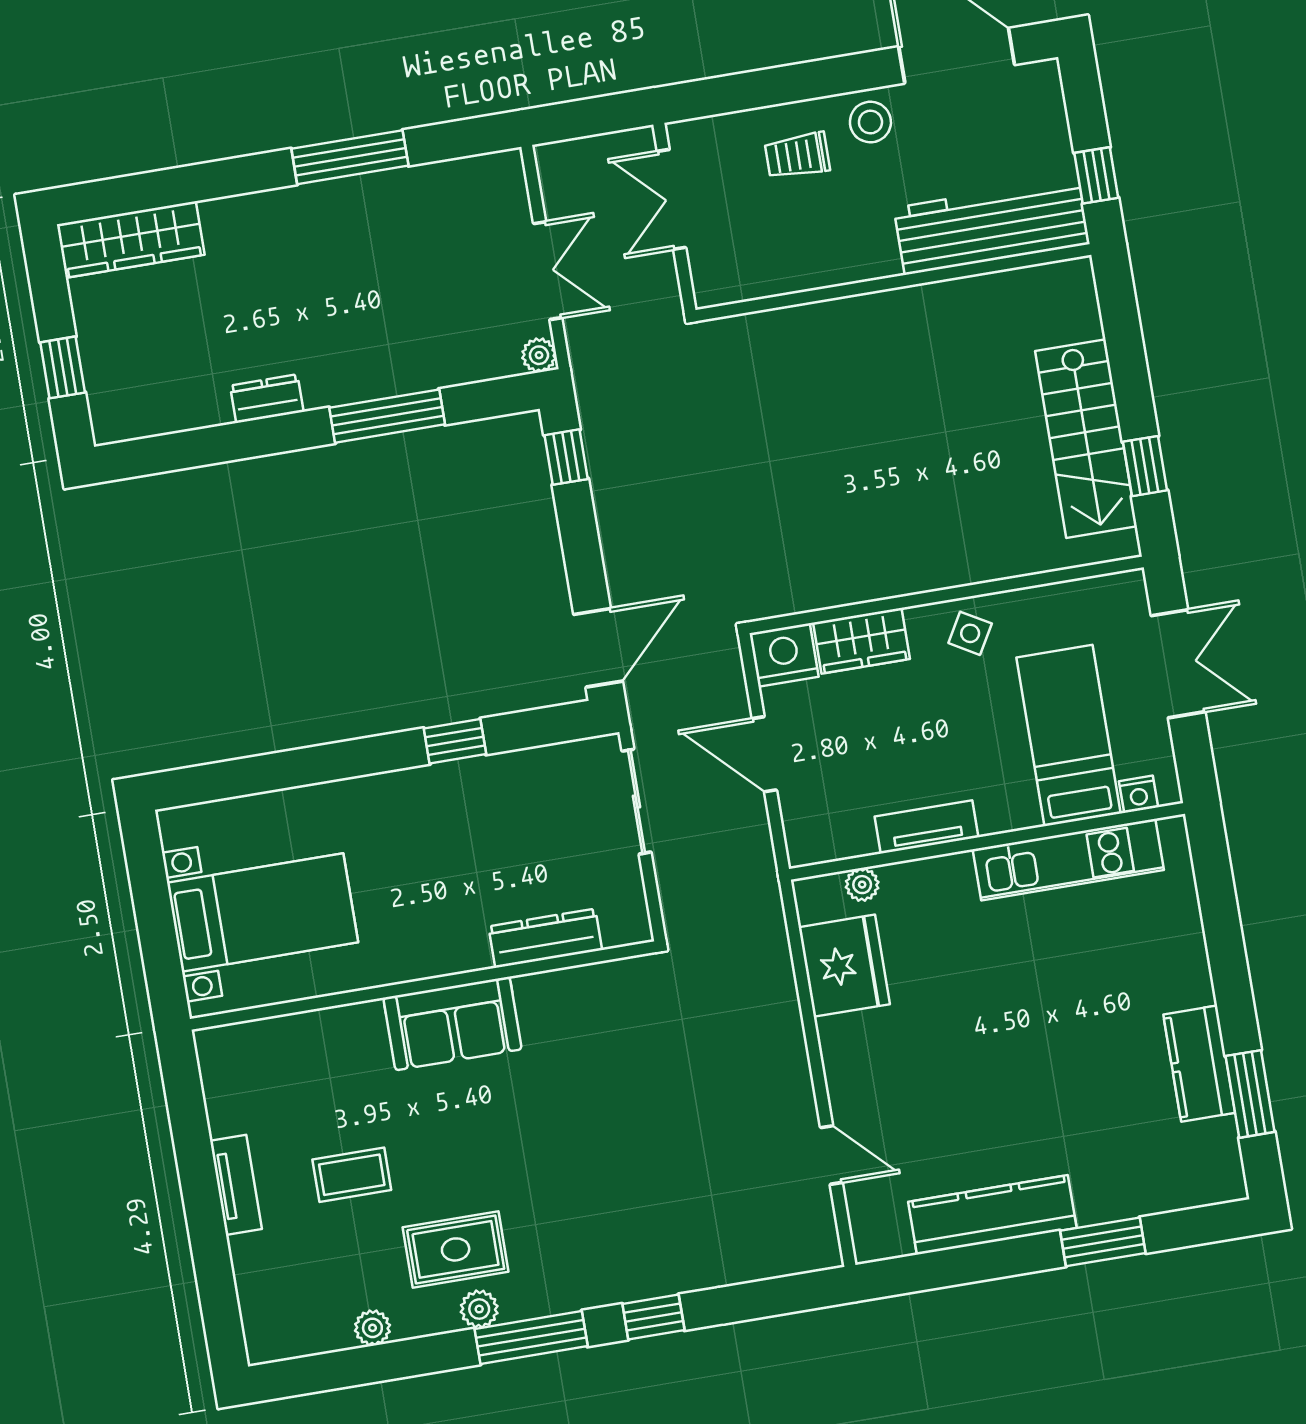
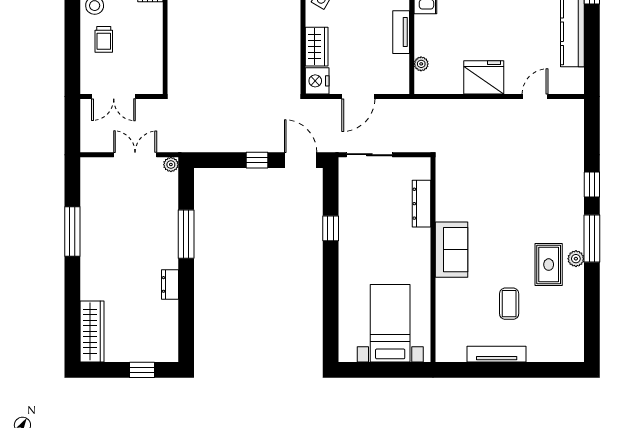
window: (566, 457) -> (257, 160), moved
fridge: (844, 966) -> (484, 77), moved
tv unit: (236, 1185) -> (497, 354), width x1.41
plant: (372, 1328) -> (576, 306), removed

